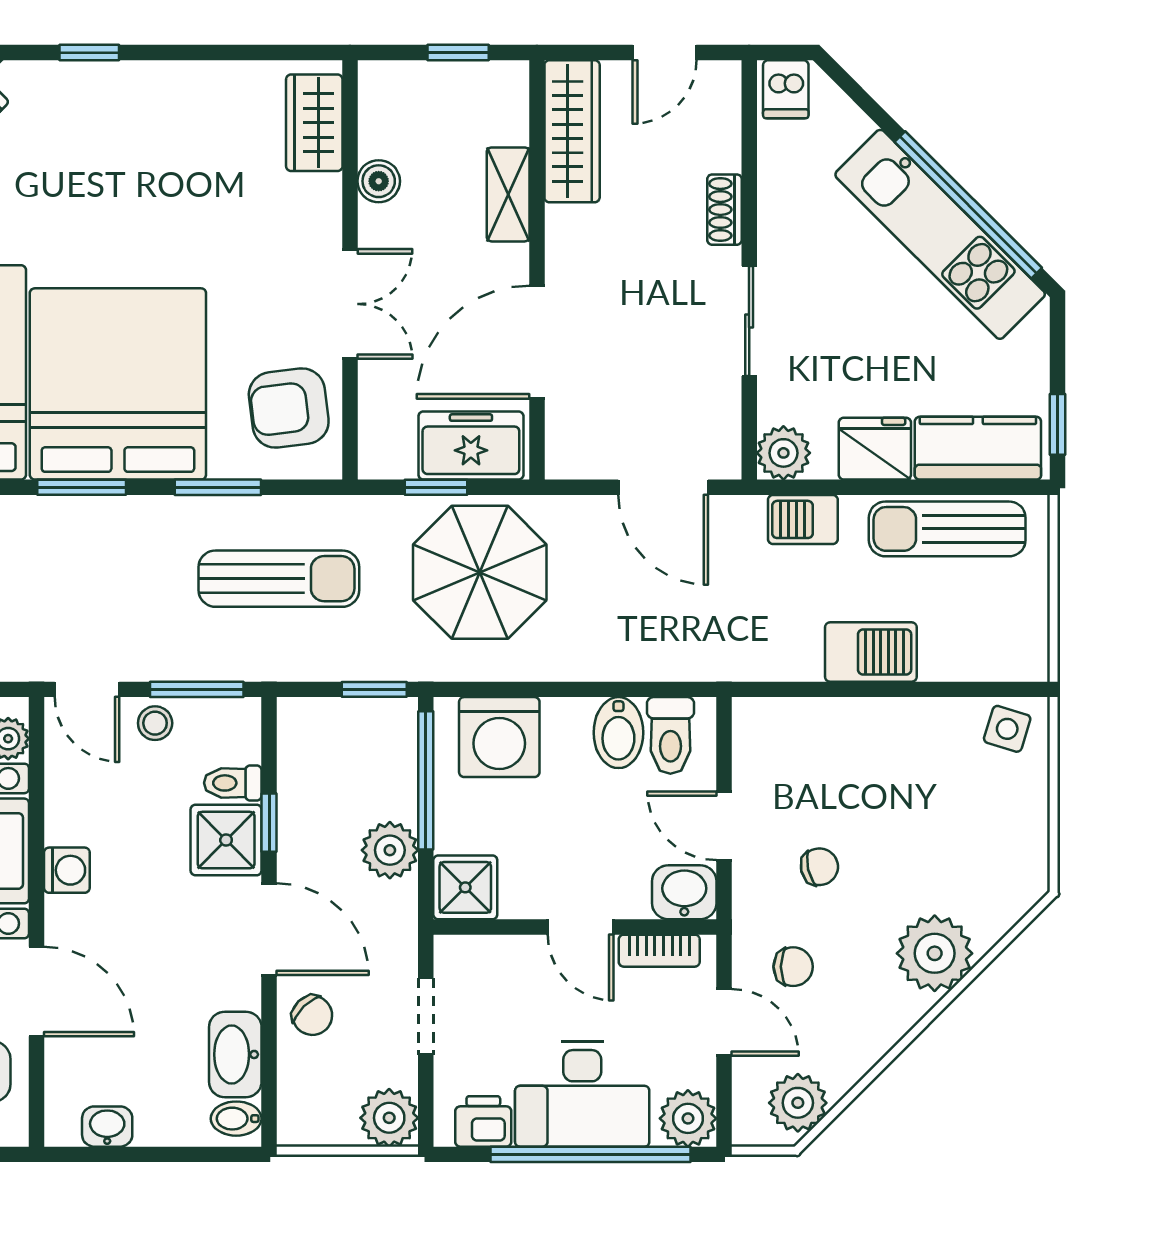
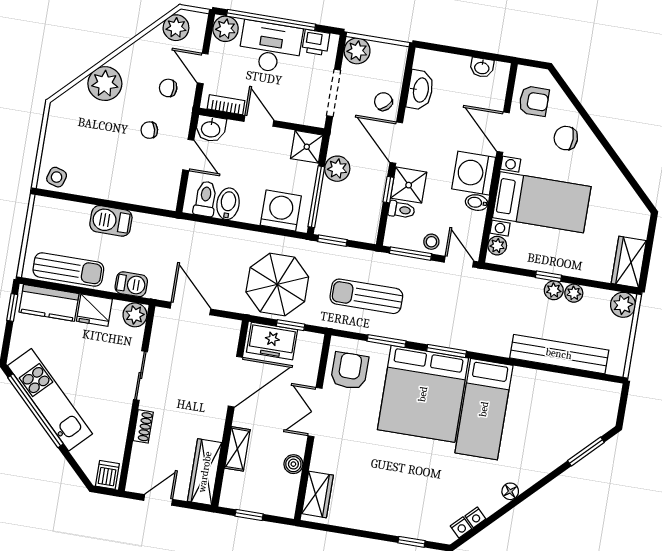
armchair: (289, 408) -> (350, 371), turned -83
washing machine: (67, 870) -> (474, 173), width x1.89, depth x1.89
doorway: (426, 1016) -> (334, 93), width x1.38
bidet: (236, 1119) -> (477, 203), moved, turned 180

